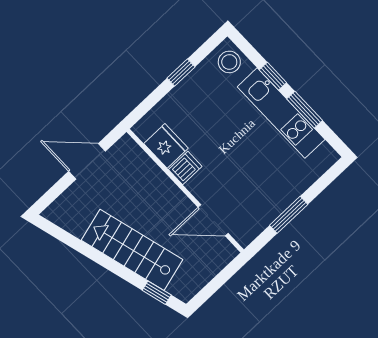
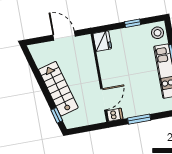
fridge: (166, 146) -> (102, 41), moved
dishwasher: (185, 168) -> (115, 115), moved
door: (213, 220) -> (104, 99), swing flipped

